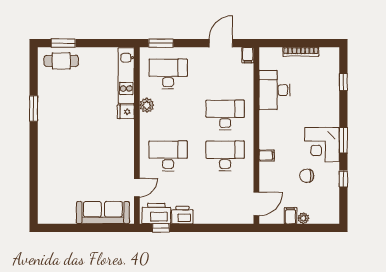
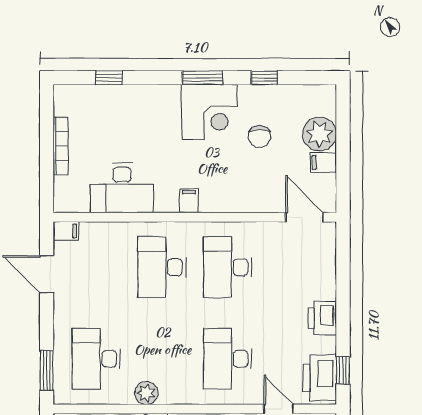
filing cabinet: (267, 155) -> (189, 201), moved
printer: (182, 215) -> (322, 318), moved
plant: (303, 218) -> (320, 134), width x1.87, depth x1.87

